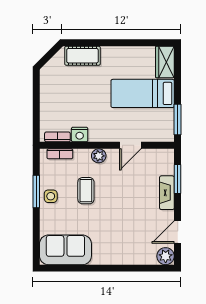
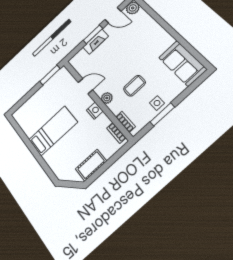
cot: (82, 56) -> (91, 165), moved, turned 90
wardrobe: (165, 62) -> (23, 112), removed
bed: (143, 93) -> (53, 131), moved, turned -90
nightstand: (80, 135) -> (95, 111), moved
window: (178, 179) -> (93, 34), moved

